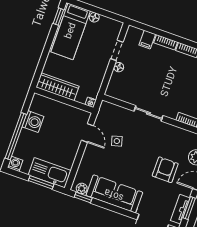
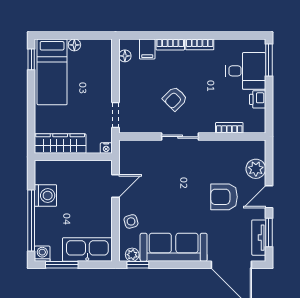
doorway: (117, 50) -> (115, 115), moved
floor lamp: (119, 67) -> (125, 56), moved
armchair: (155, 84) -> (175, 99), added
door: (87, 133) -> (115, 186), hinge flipped
side table: (117, 141) -> (131, 221), moved
armchair: (165, 170) -> (224, 197), turned -90
window: (41, 182) -> (62, 265), moved

